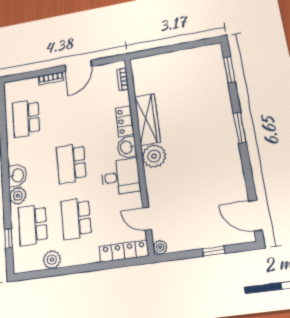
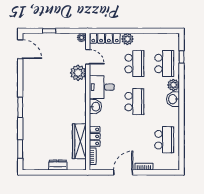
dresser: (171, 58) -> (58, 165), added
wardrobe: (147, 119) -> (79, 141), moved
locker: (125, 121) -> (95, 136), moved
plant: (154, 156) -> (78, 73), moved
plant: (52, 260) -> (127, 39), moved

